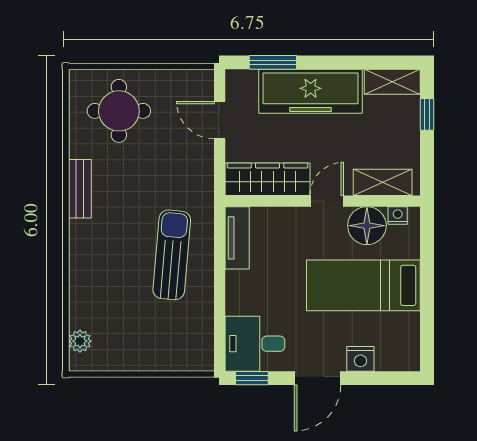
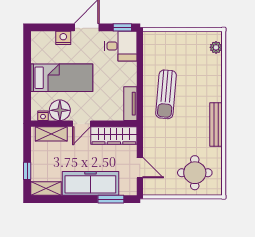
bench: (80, 189) -> (216, 125), width x1.36

